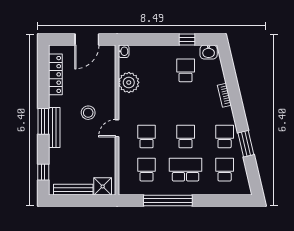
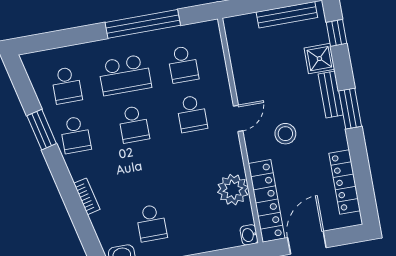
locker: (108, 71) -> (267, 201), added
bench: (54, 127) -> (331, 95), width x0.73
shower: (103, 186) -> (319, 59), moved

